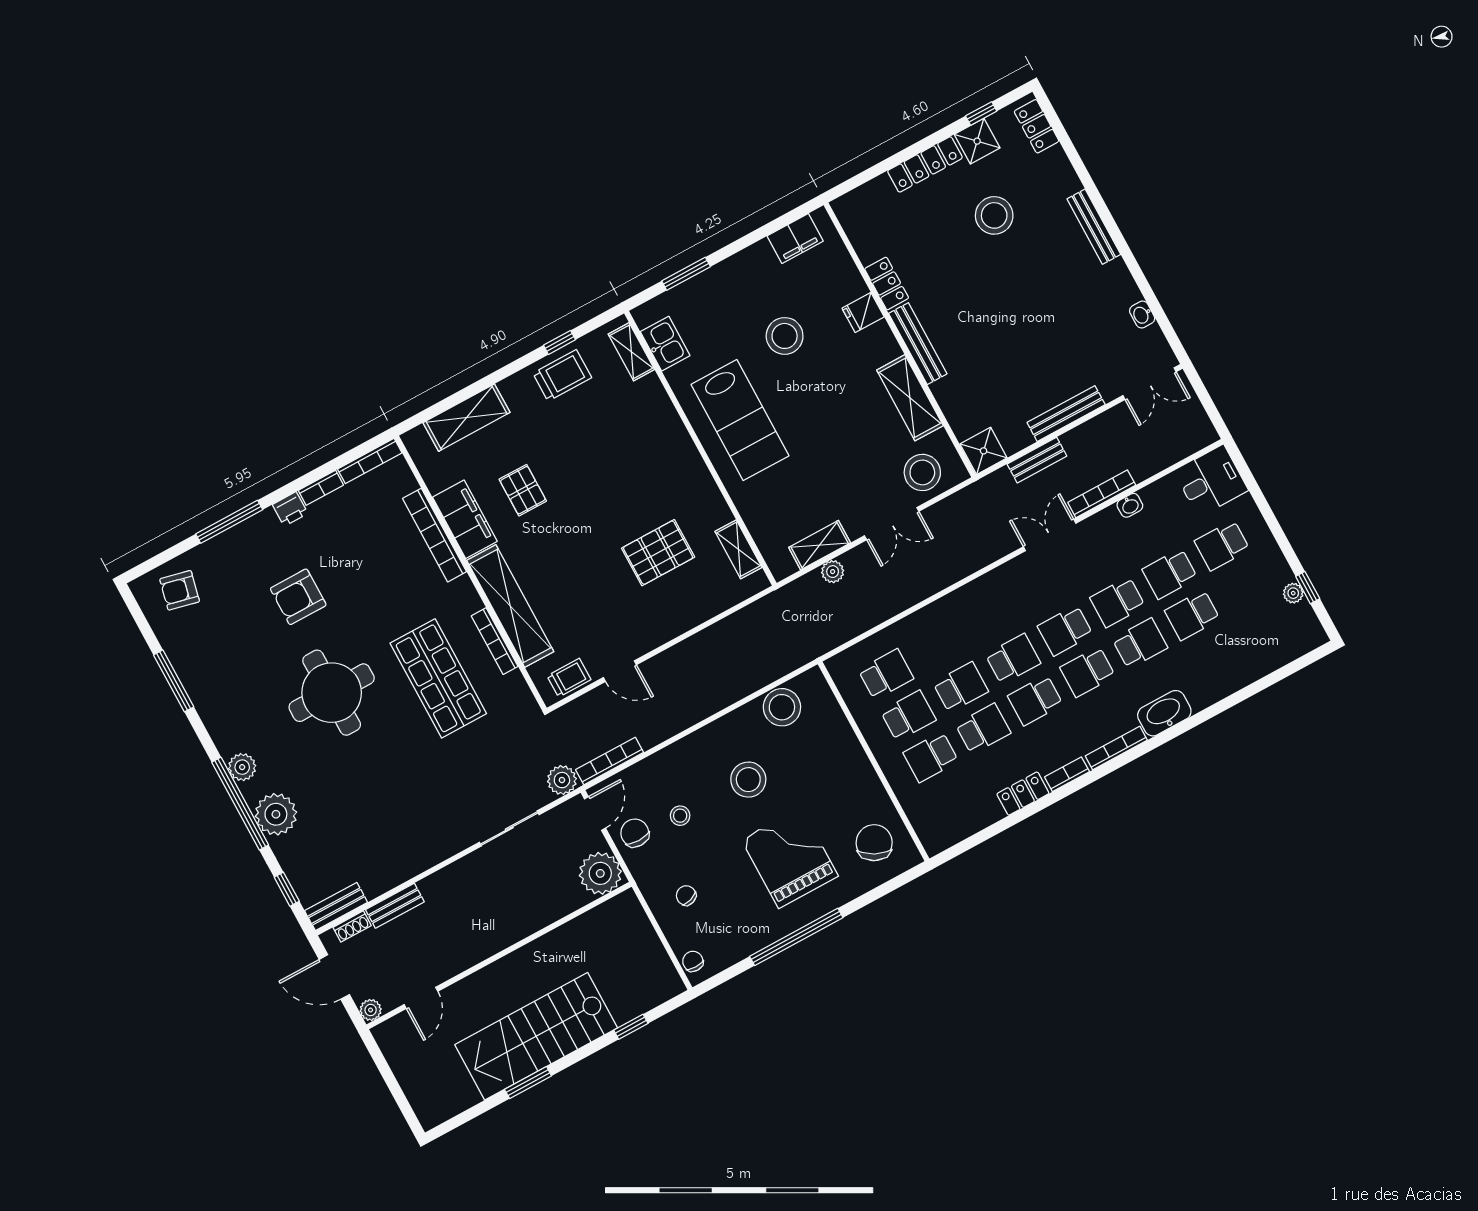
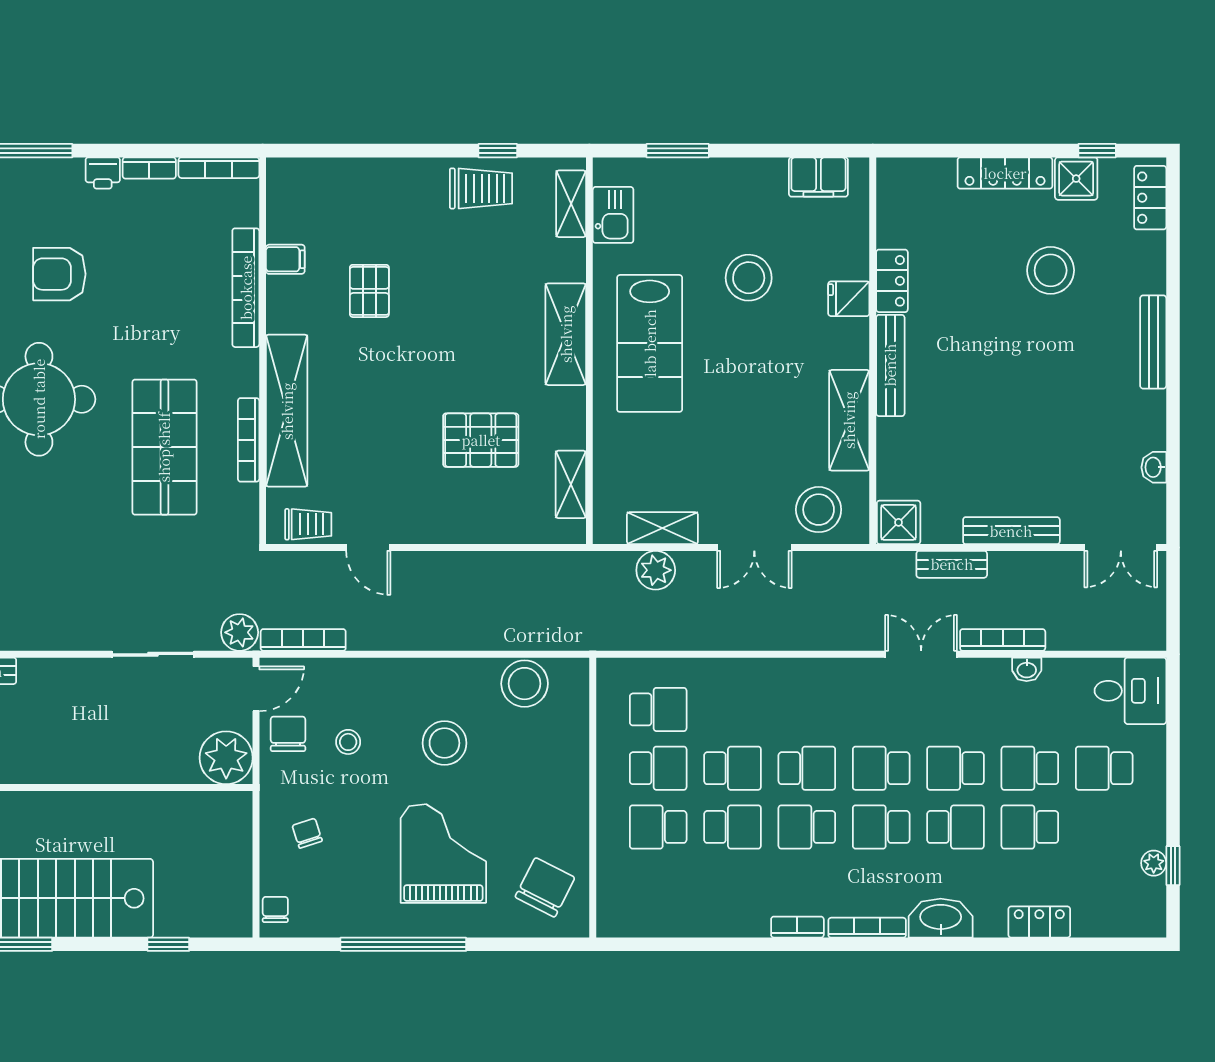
shelving: (467, 418) -> (566, 334), moved, turned 90
filing cabinet: (465, 519) -> (285, 259), width x0.33, depth x0.86
plant: (833, 572) -> (656, 570), width x1.38, depth x1.38
locker: (1023, 794) -> (1039, 922), moved

